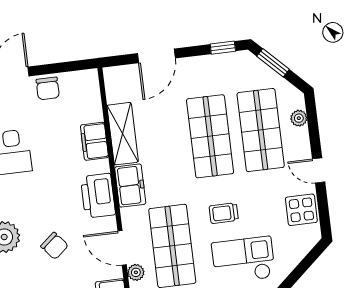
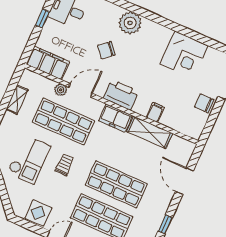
filing cabinet: (94, 141) -> (155, 112), width x0.50

